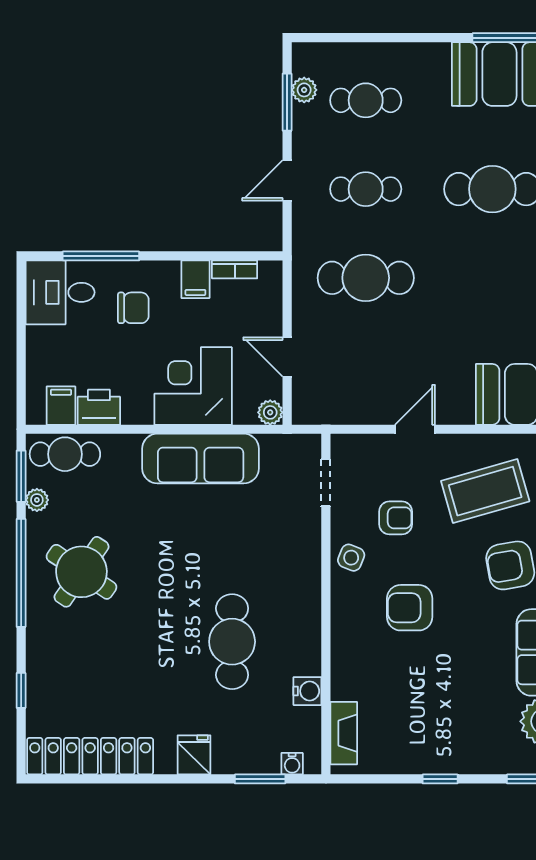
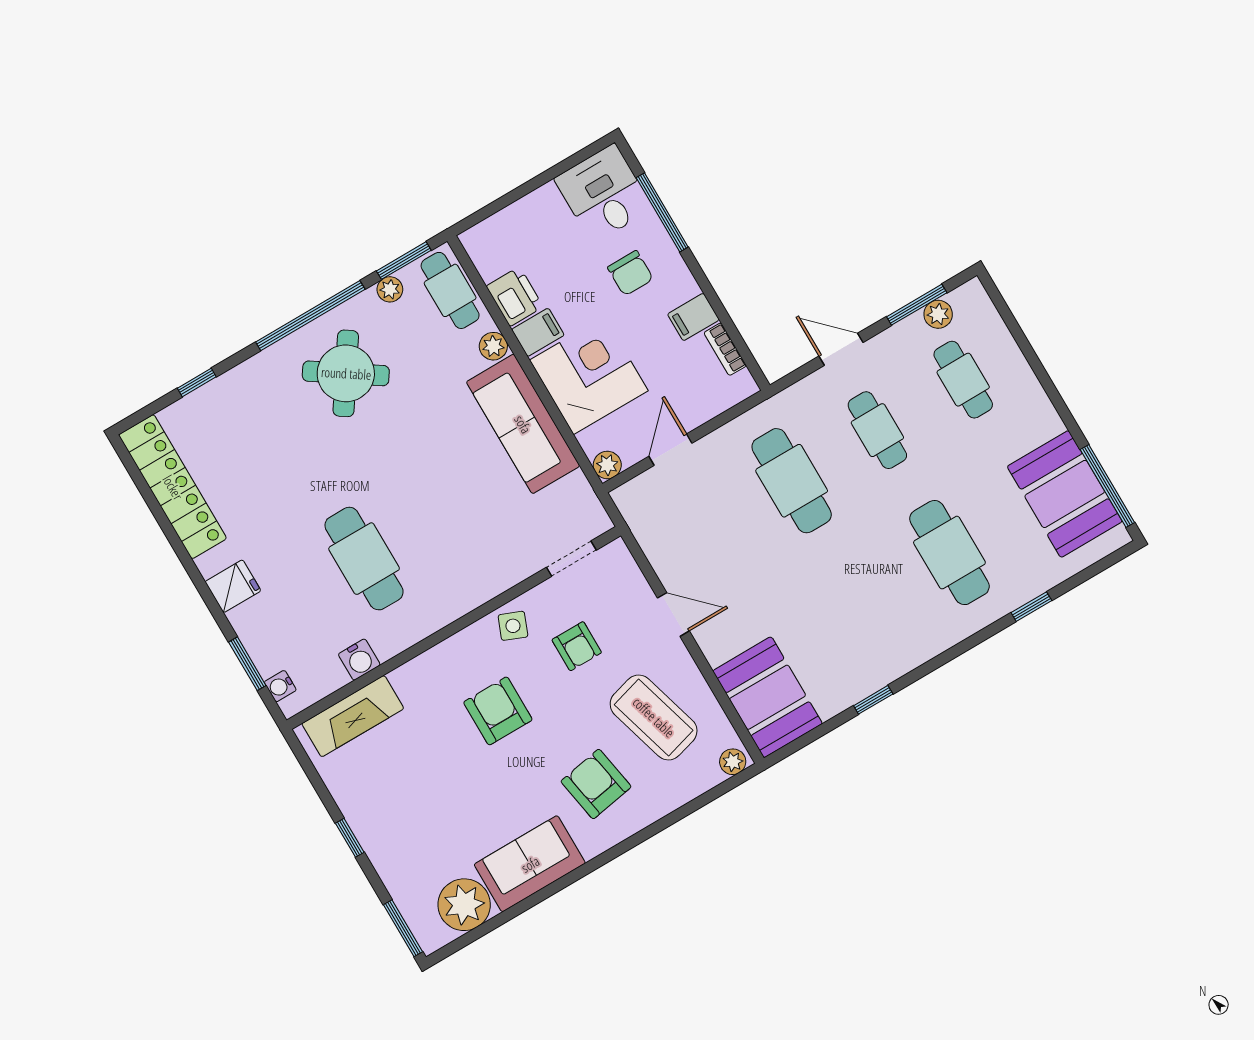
filing cabinet: (61, 406) -> (538, 332), moved
plant: (127, 446) -> (493, 346), added
cafe table: (232, 642) -> (364, 559), turned 90
fireplace: (344, 733) -> (353, 716), width x1.37, depth x1.32

